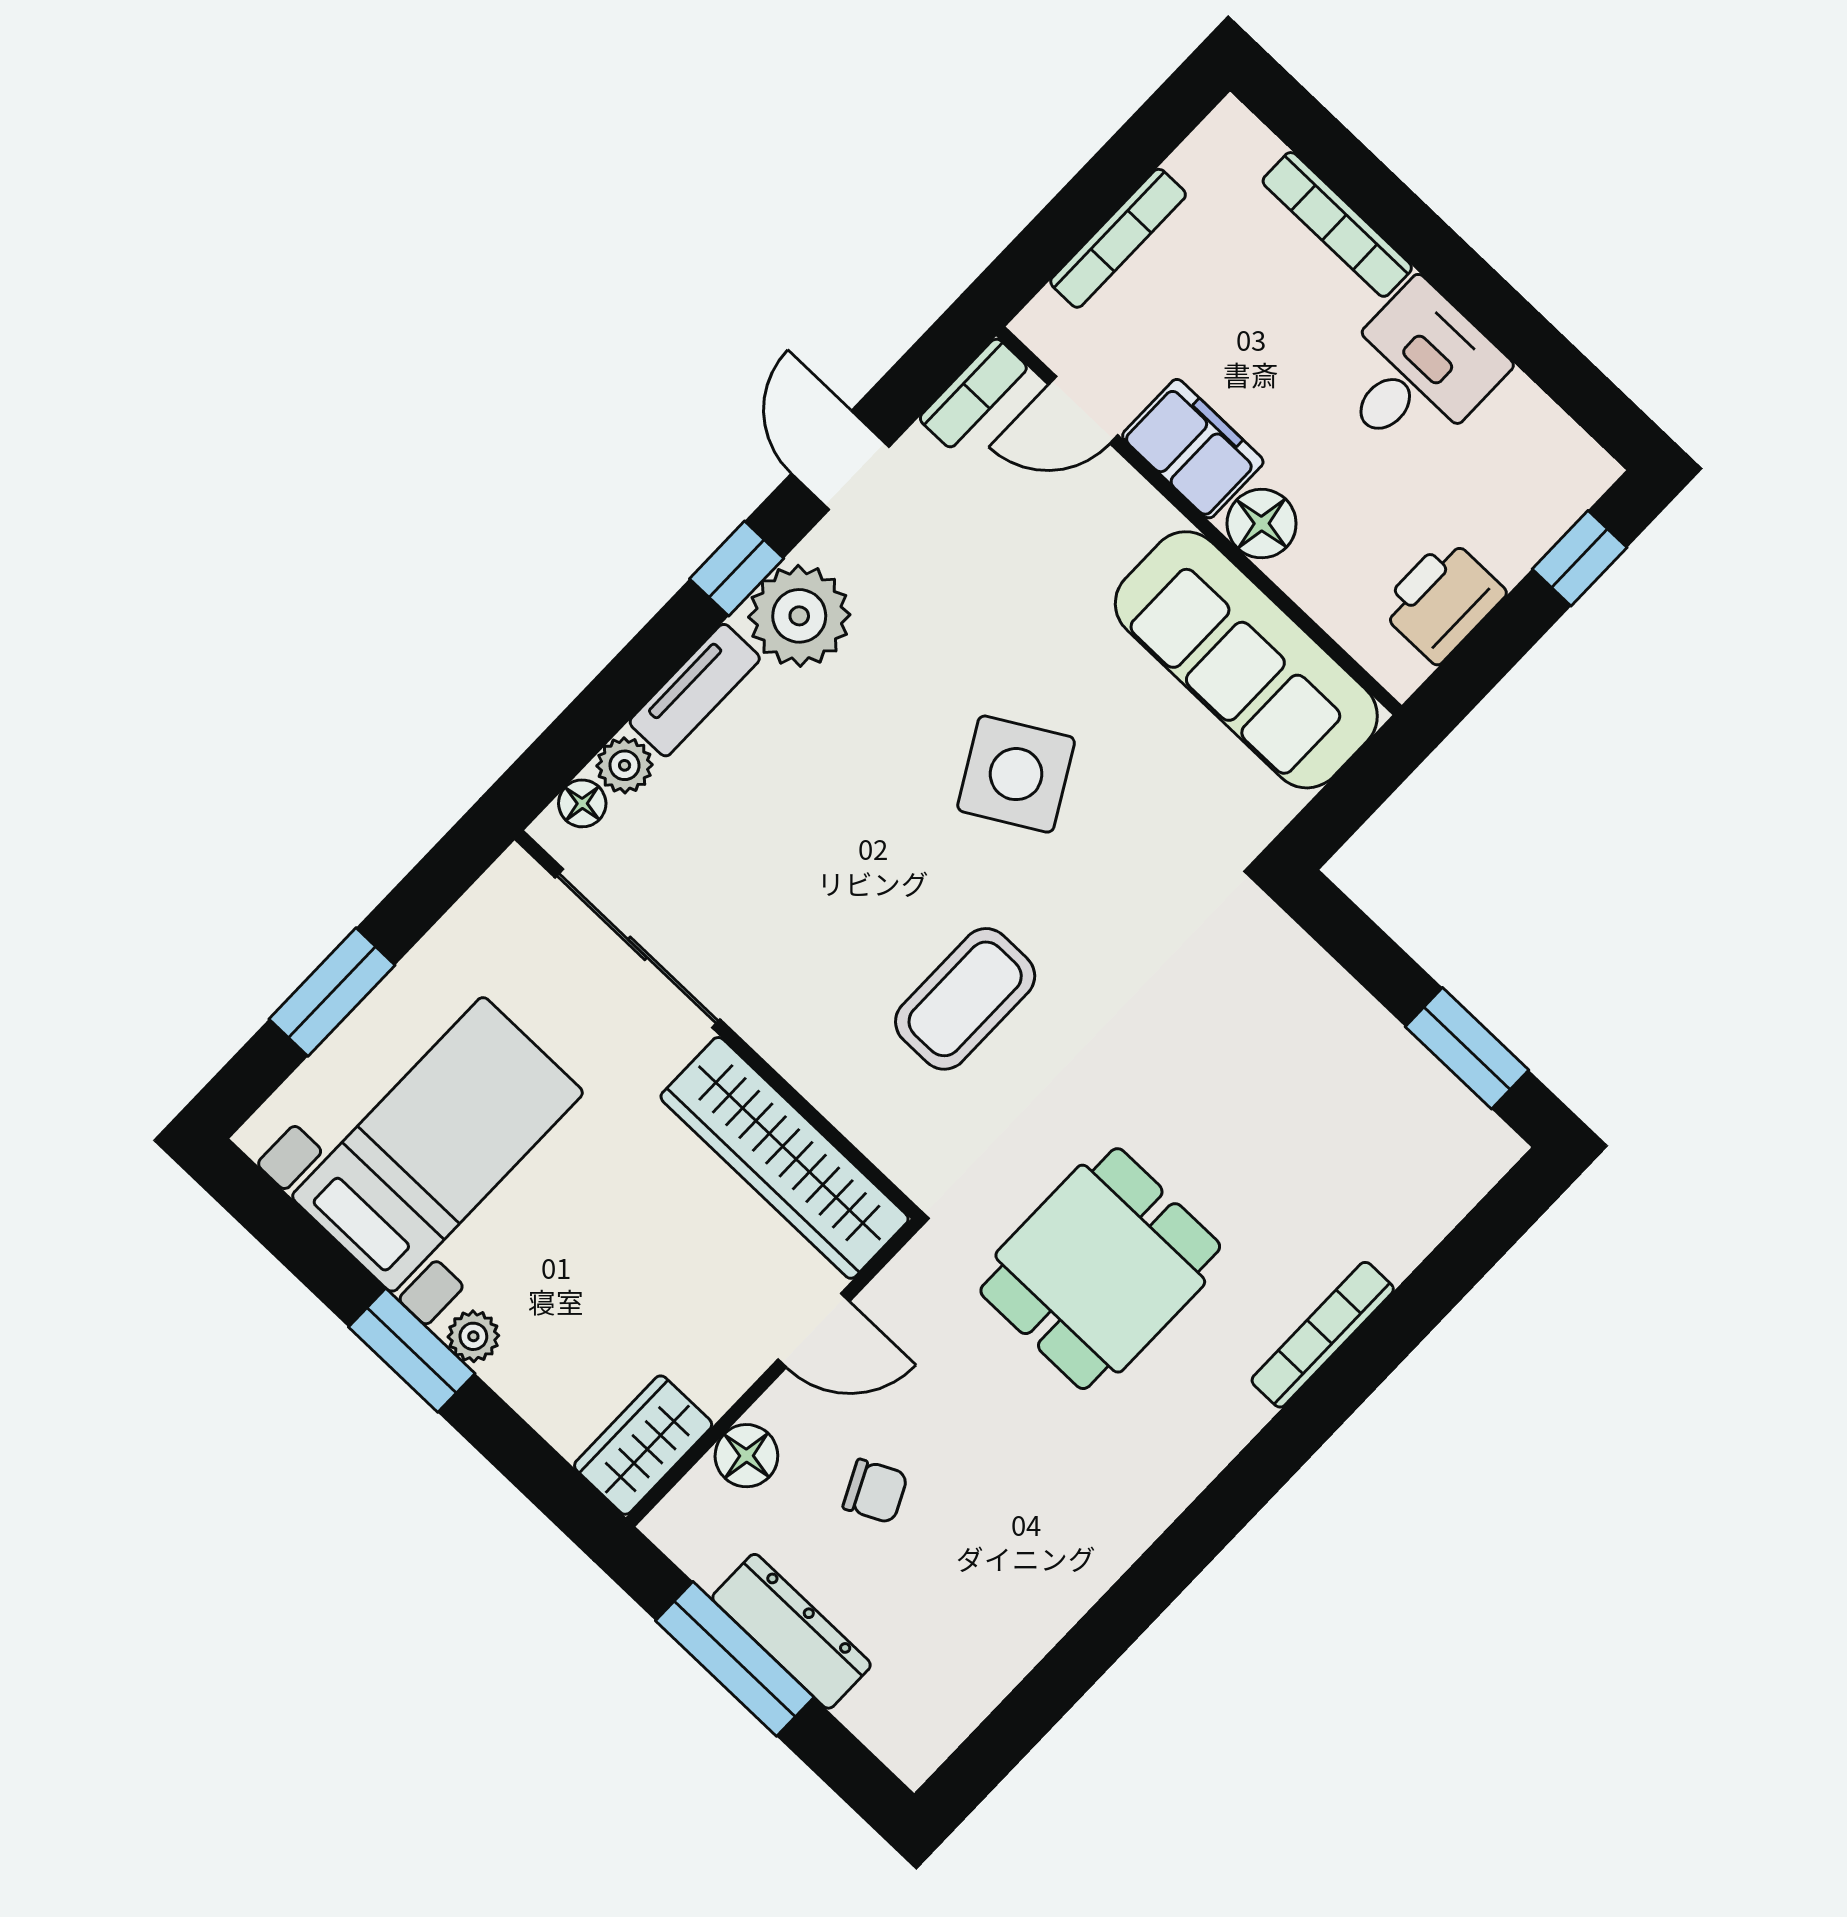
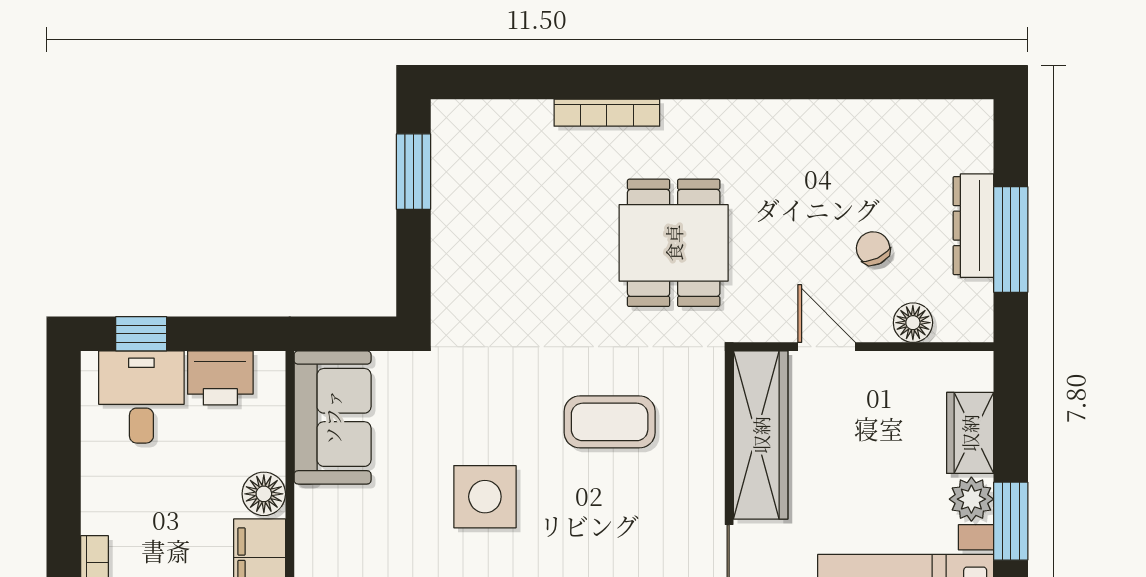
desk: (1417, 371) -> (141, 397), moved, turned 90
sofa: (1246, 660) -> (333, 417), width x0.73
side table: (1016, 774) -> (485, 497), turned 30
dining table: (1100, 1269) -> (674, 243), turned 90
plant: (473, 1336) -> (971, 499), width x1.38, depth x1.38
wardrobe: (643, 1445) -> (970, 433), moved, turned 90

